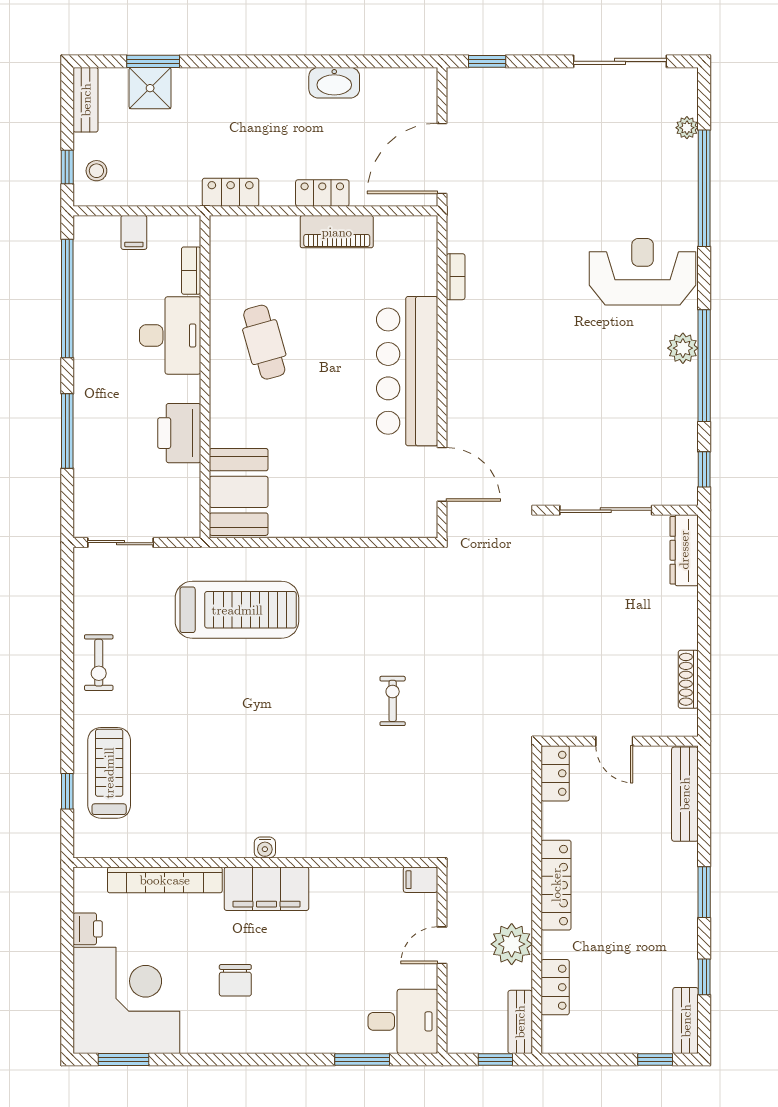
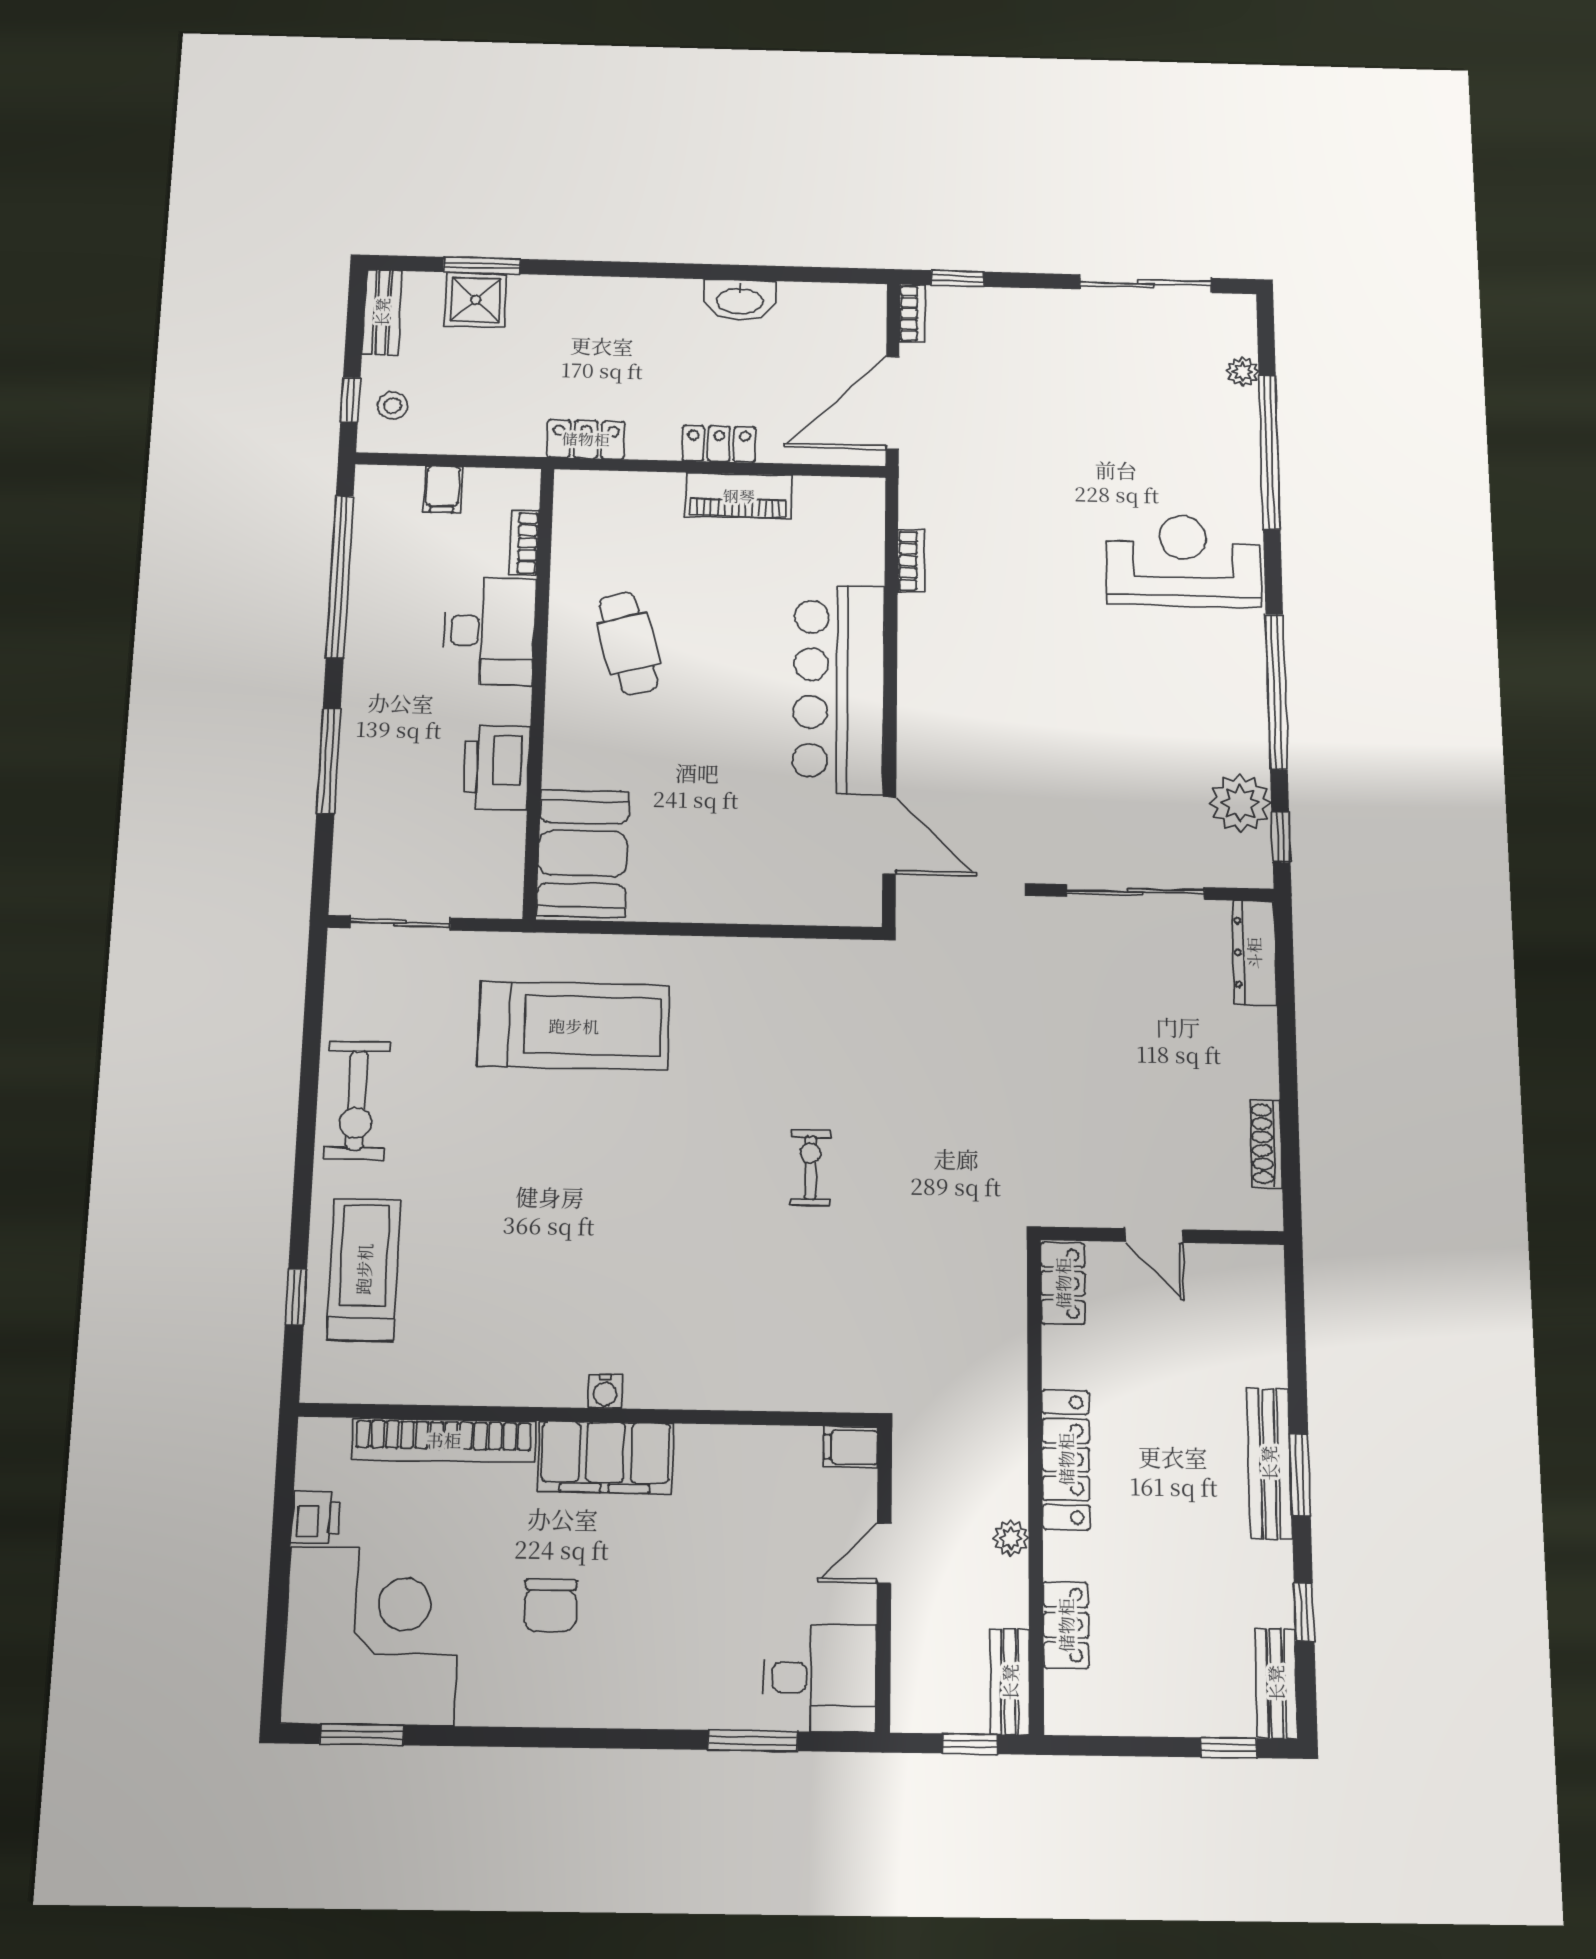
bookcase: (455, 90) -> (912, 314), added
plant: (683, 348) -> (1240, 803), moved, width x1.36, depth x1.36
exercise bike: (99, 663) -> (357, 1100), width x1.38, depth x1.39
bench: (685, 794) -> (1269, 1463), moved
plant: (512, 944) -> (1011, 1538), width x0.53, depth x0.53

